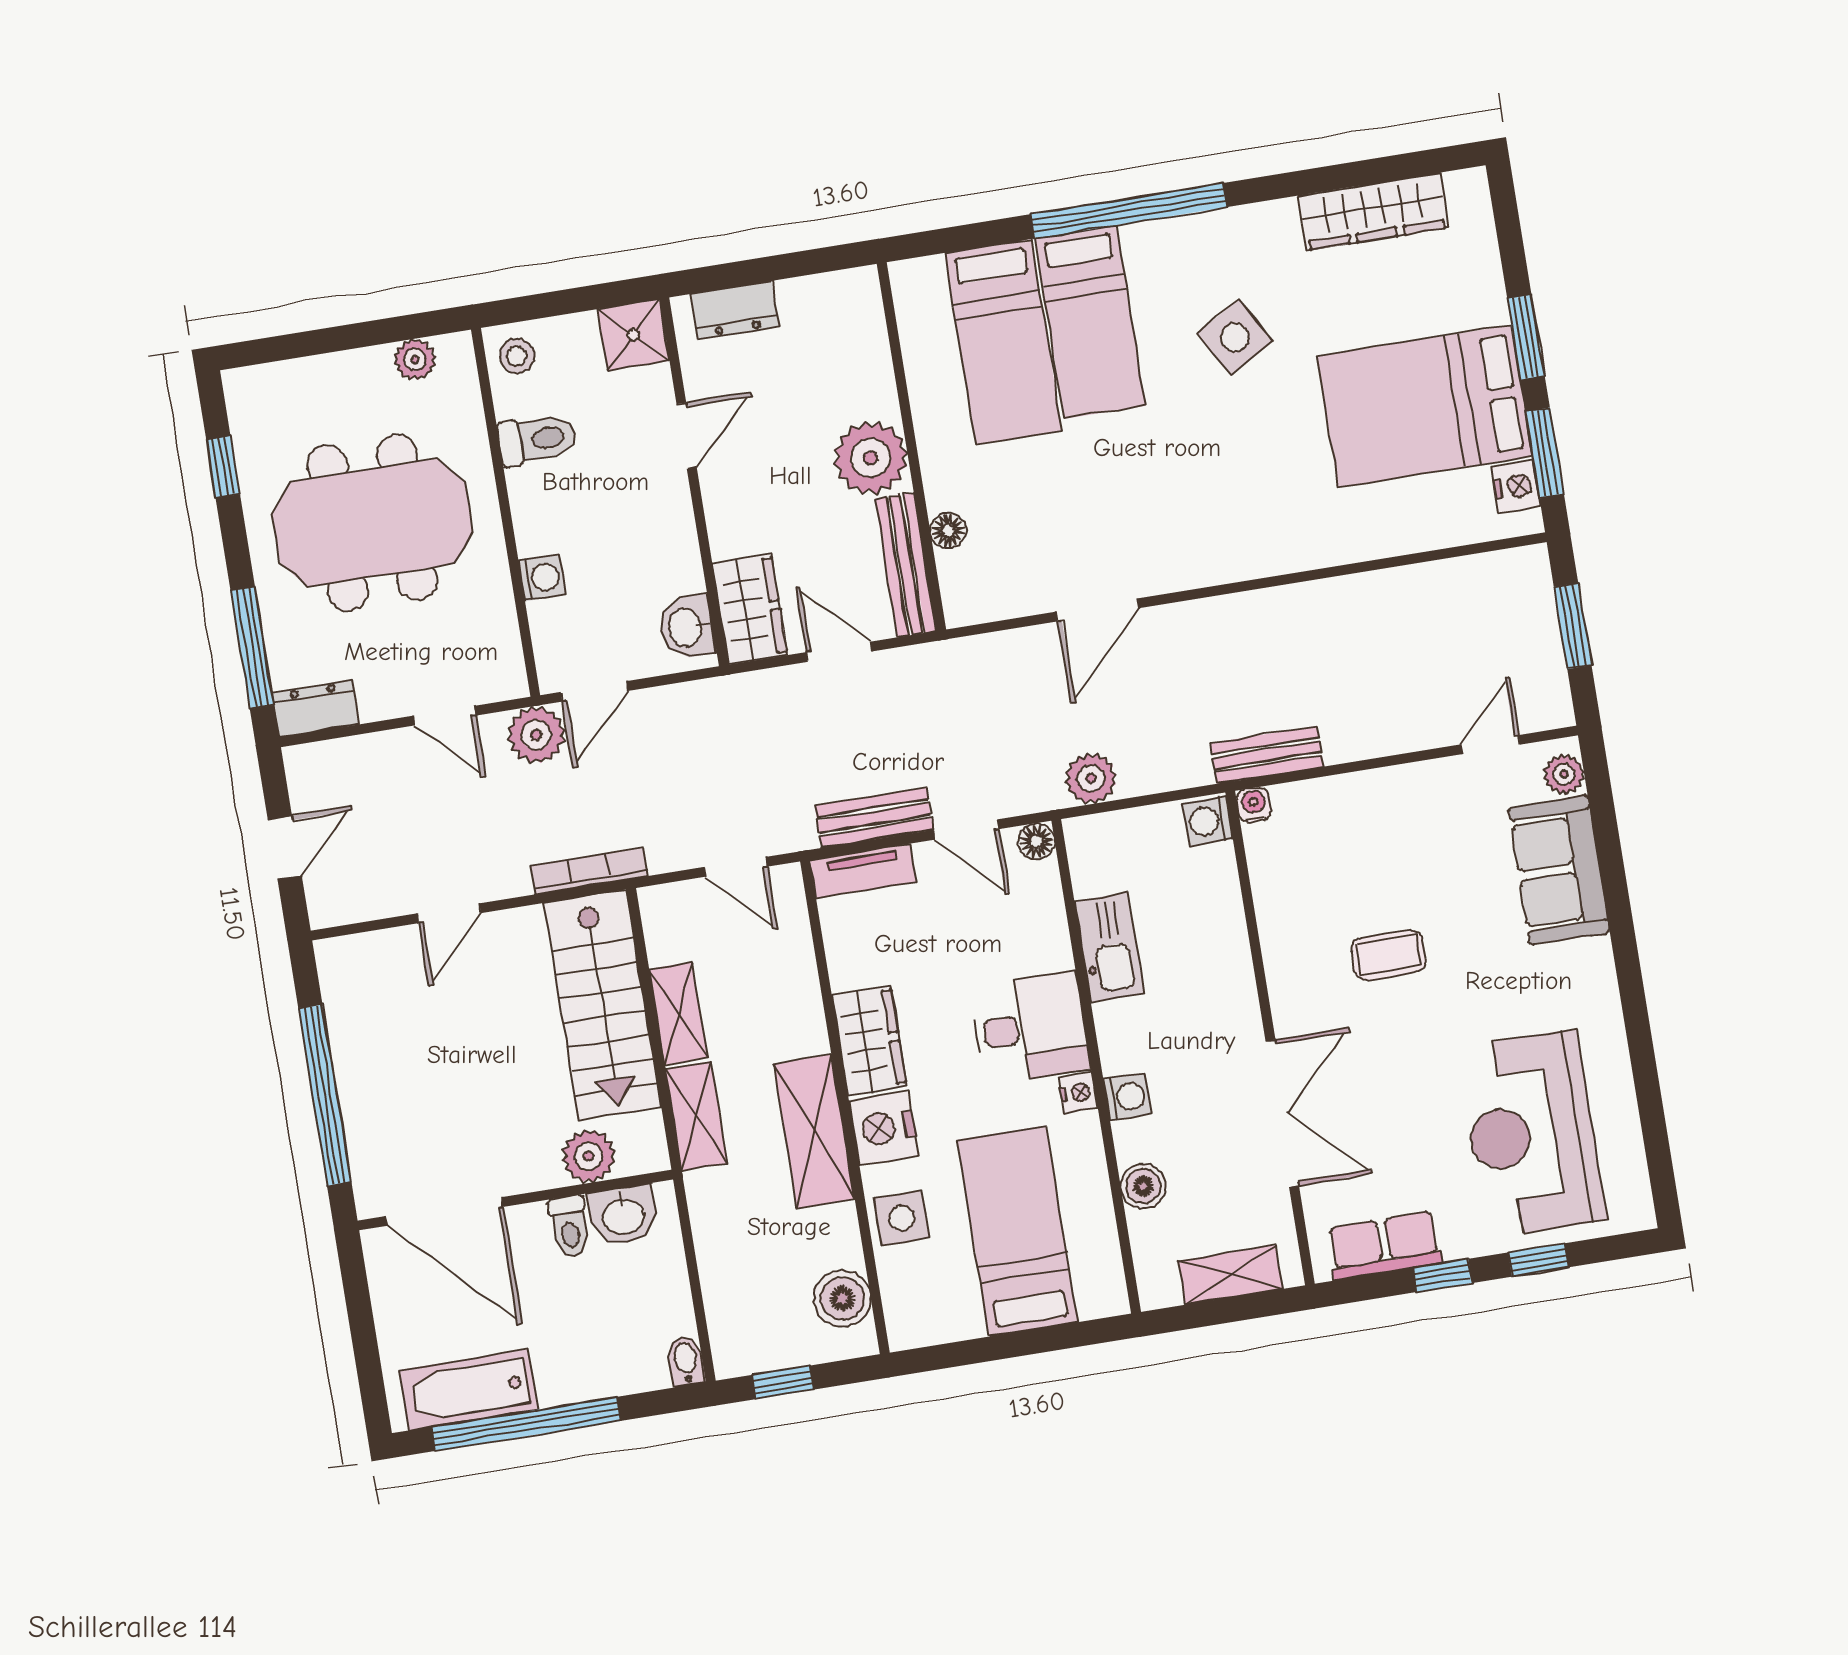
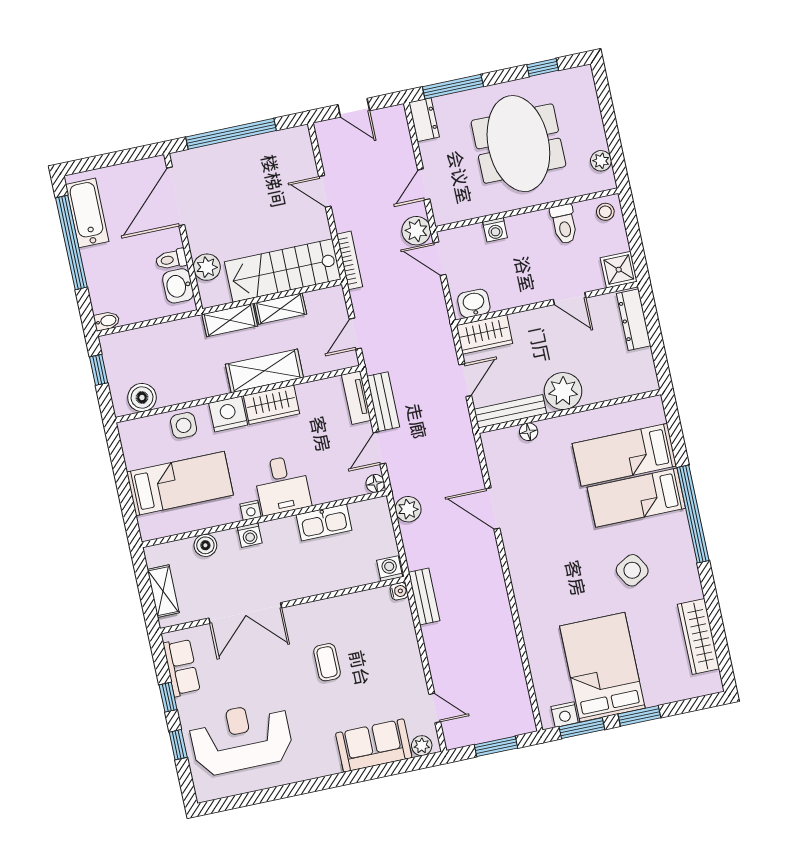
dresser: (735, 310) -> (634, 320), width x1.44
shelving: (814, 1131) -> (264, 371), moved

